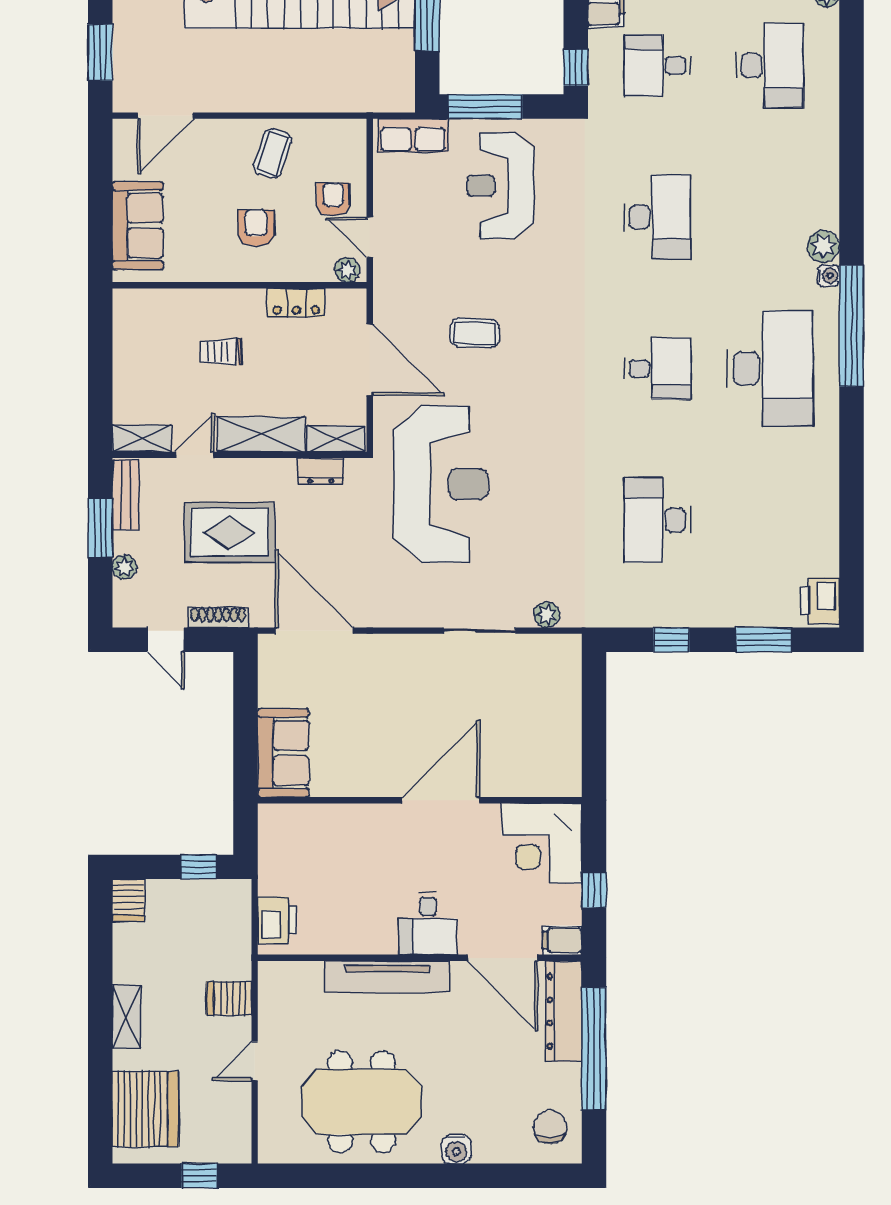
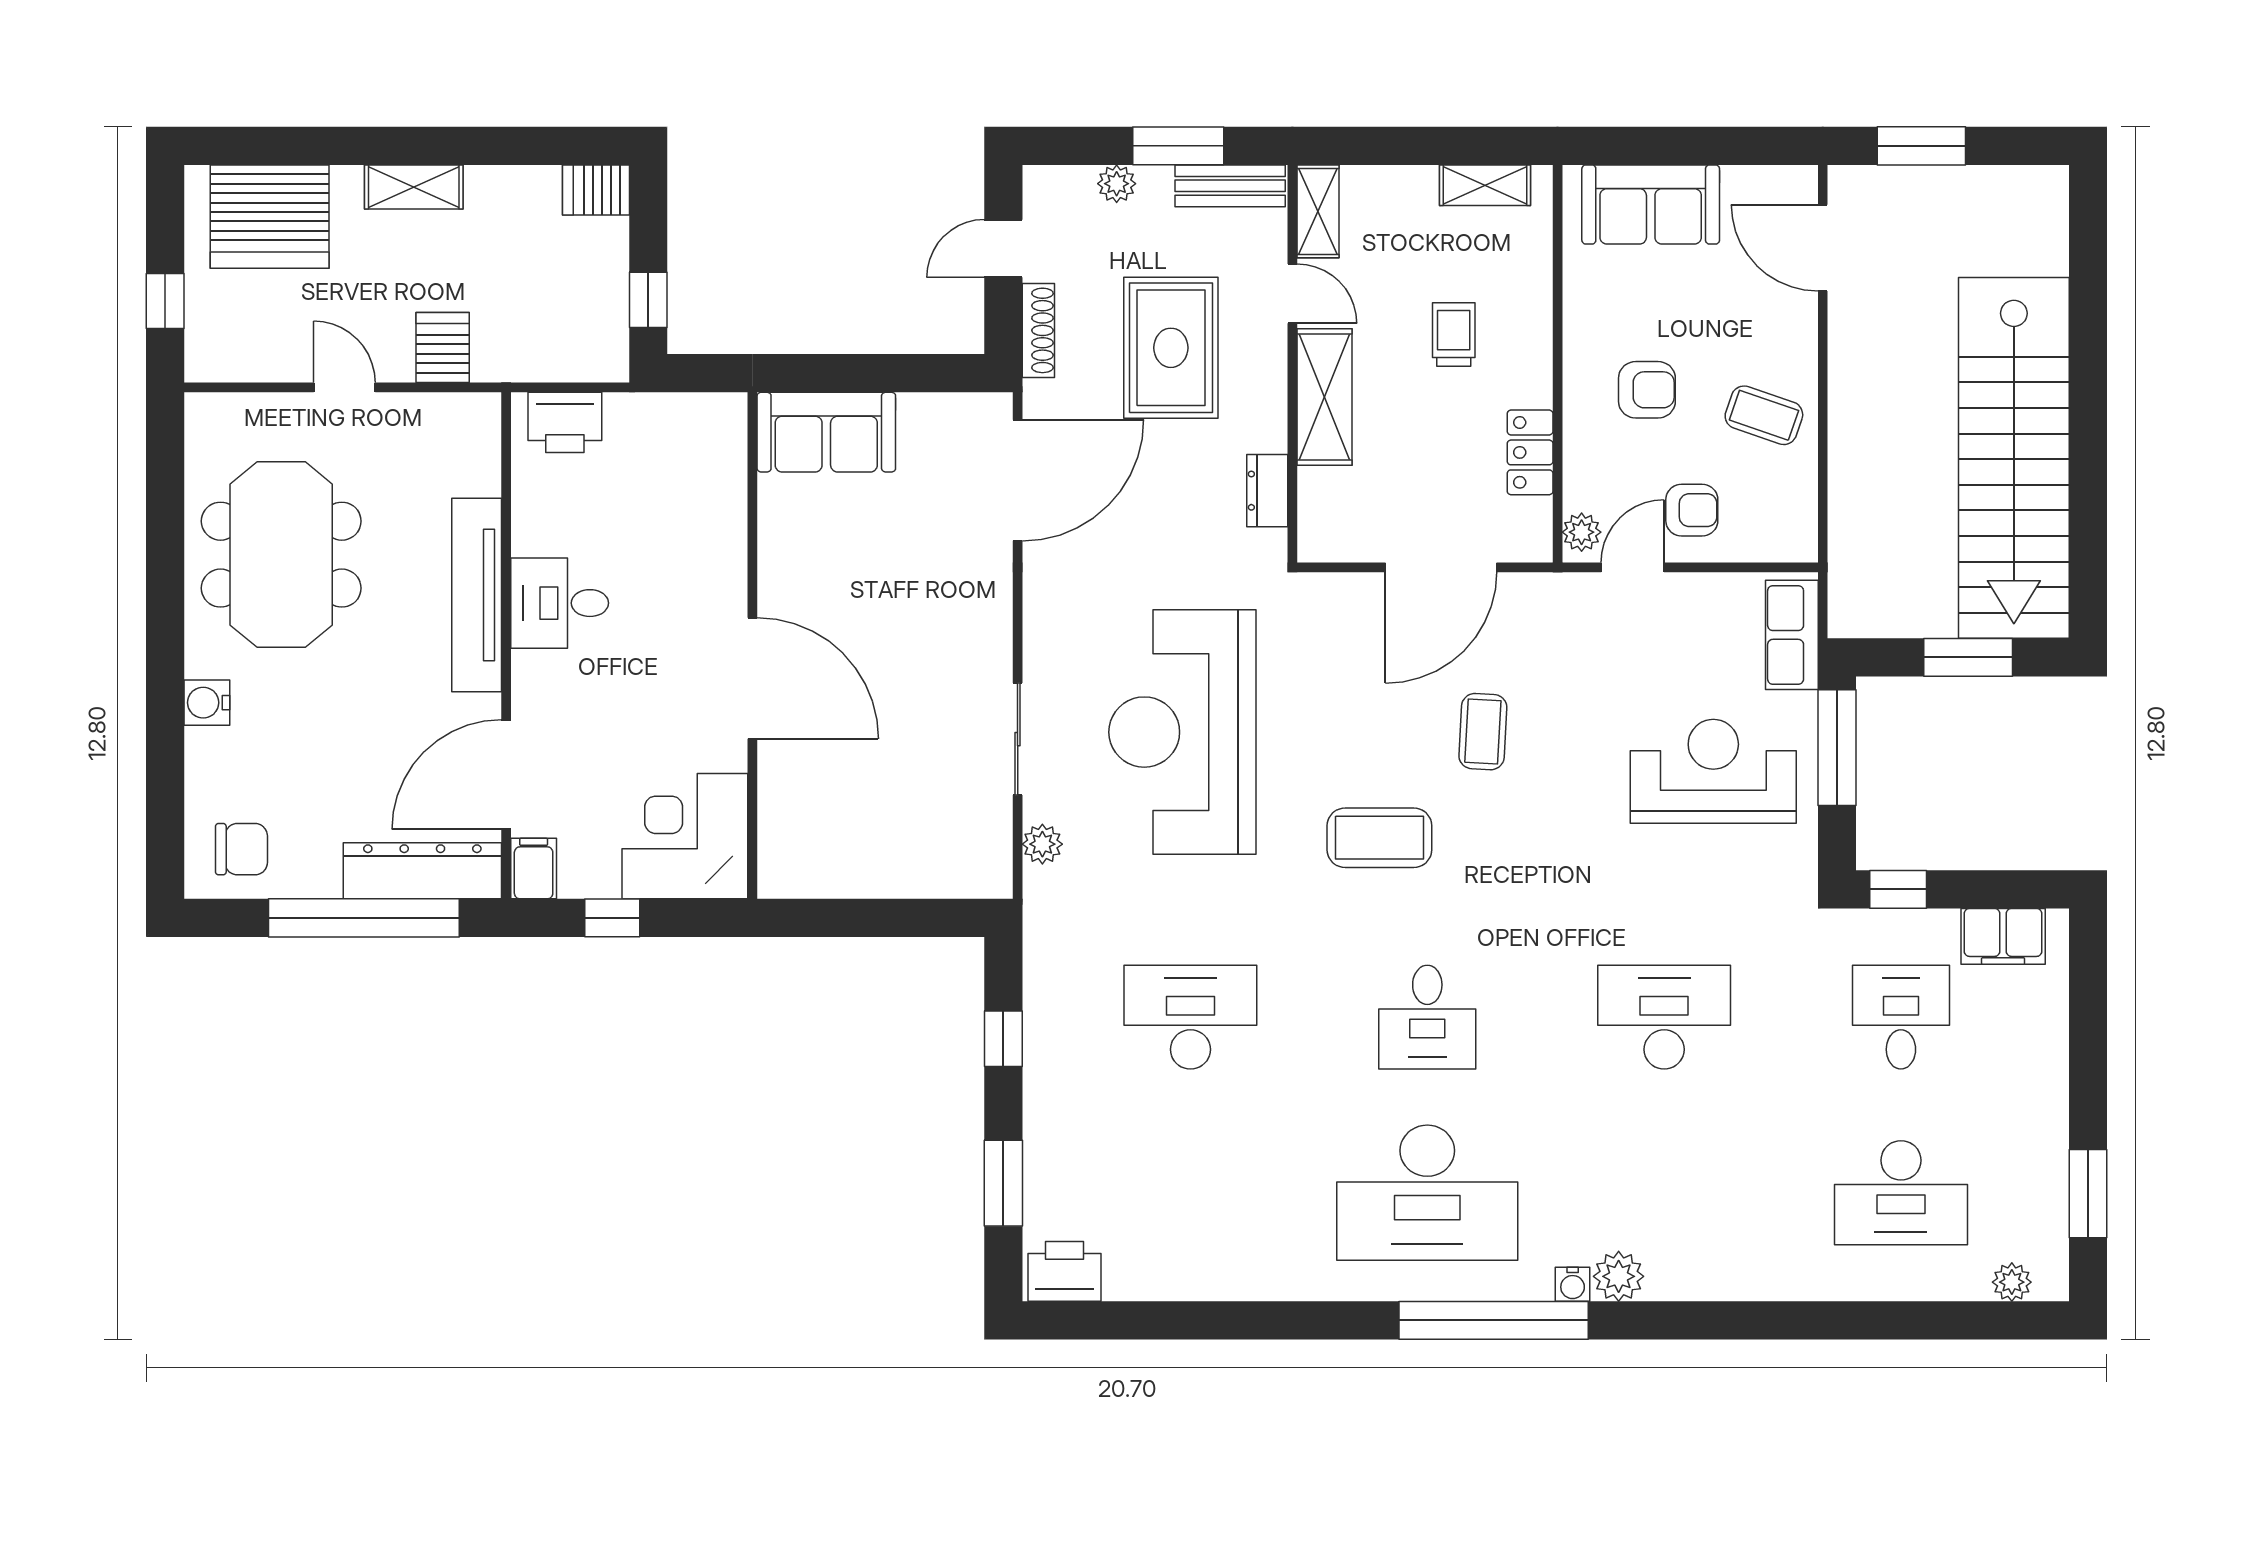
desk: (657, 217) -> (1664, 1017), turned 180
coffee table: (543, 399) -> (1379, 838), added
shelving: (336, 439) -> (1485, 185), moved, turned 90
reception desk: (441, 484) -> (1182, 732), moved, turned 90
desk: (428, 924) -> (560, 603), moved

